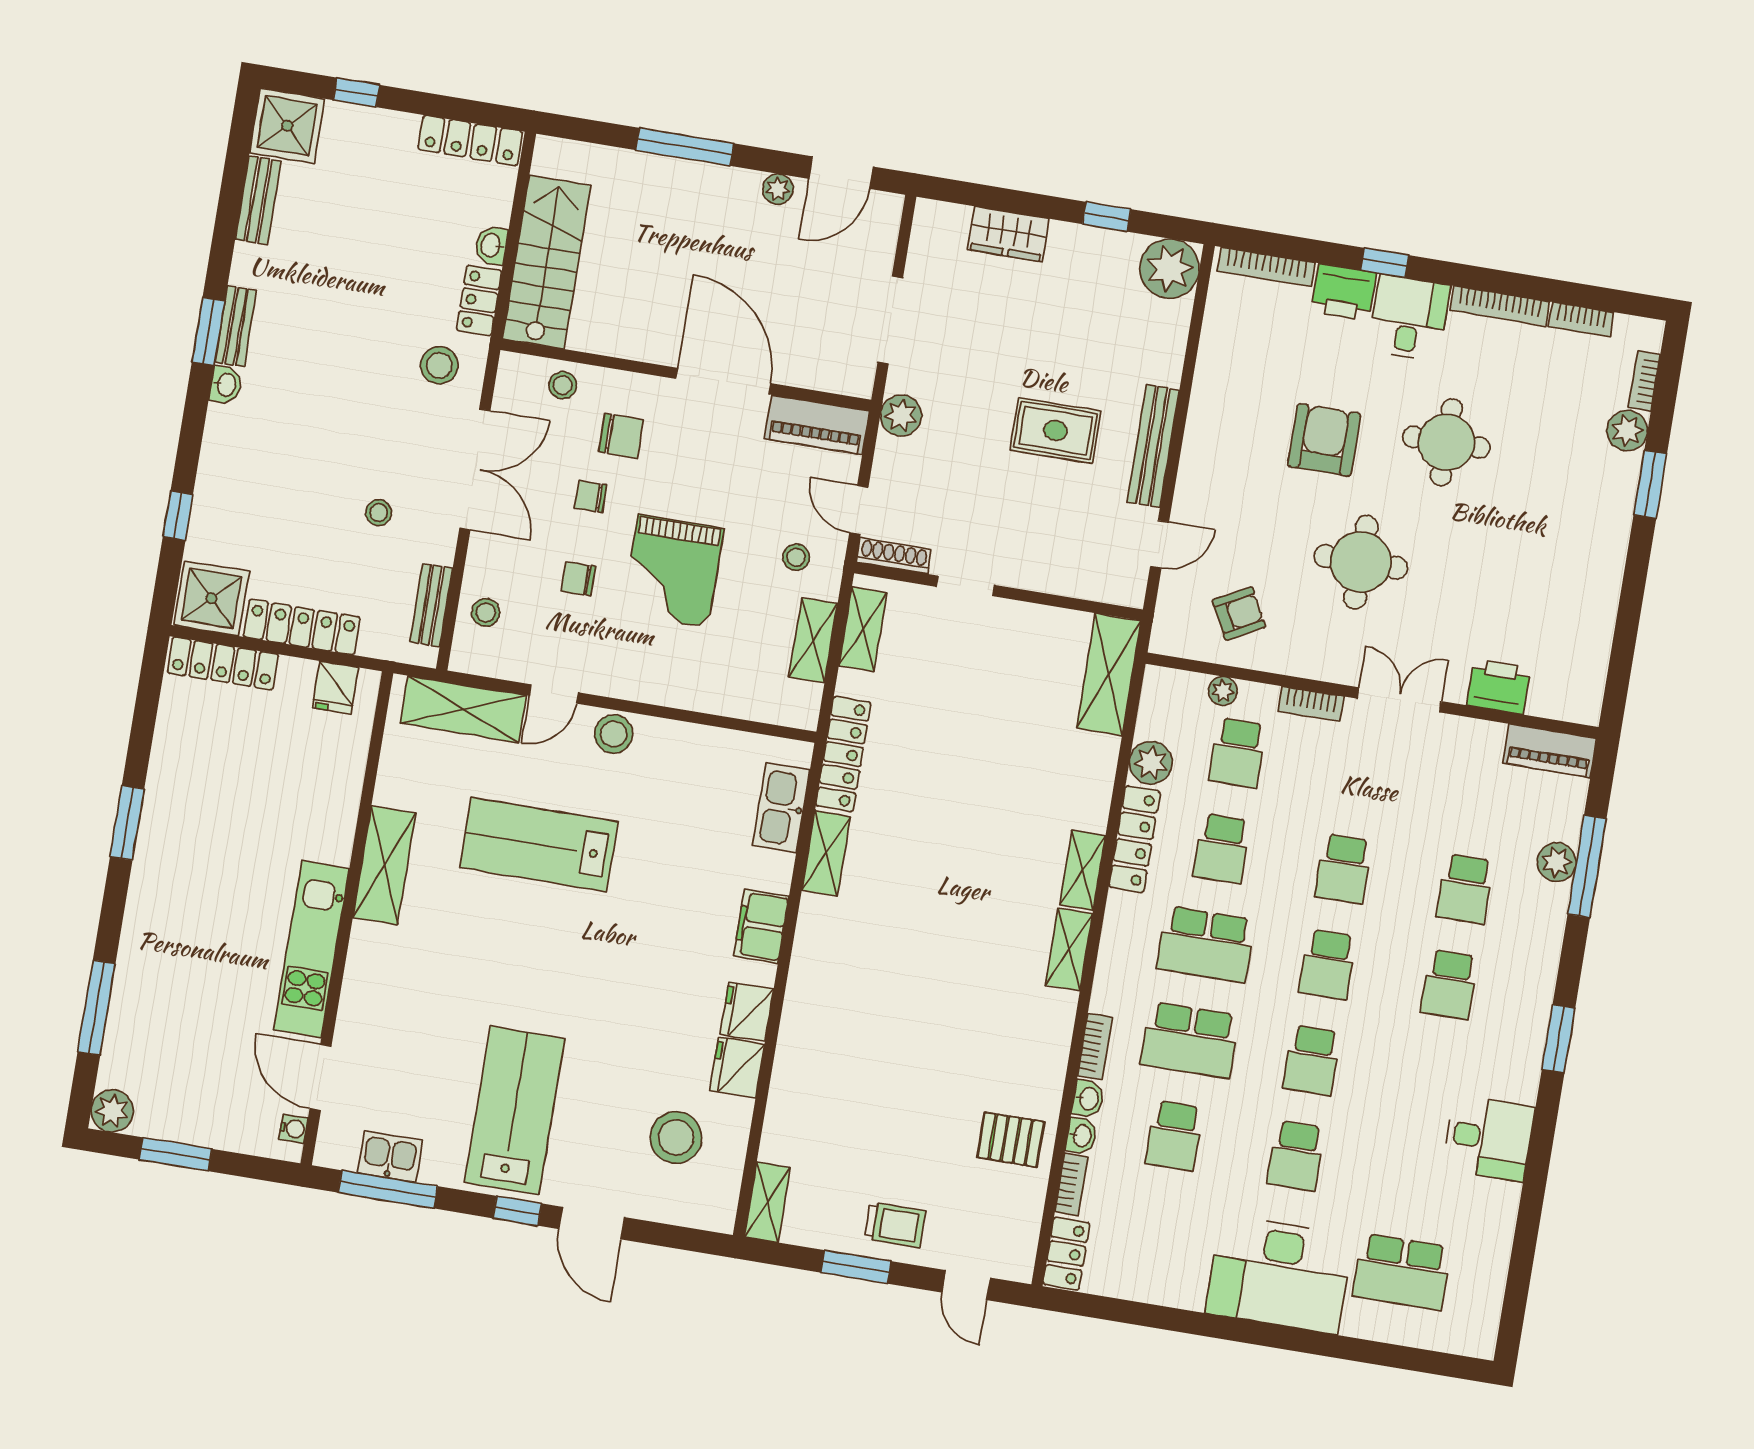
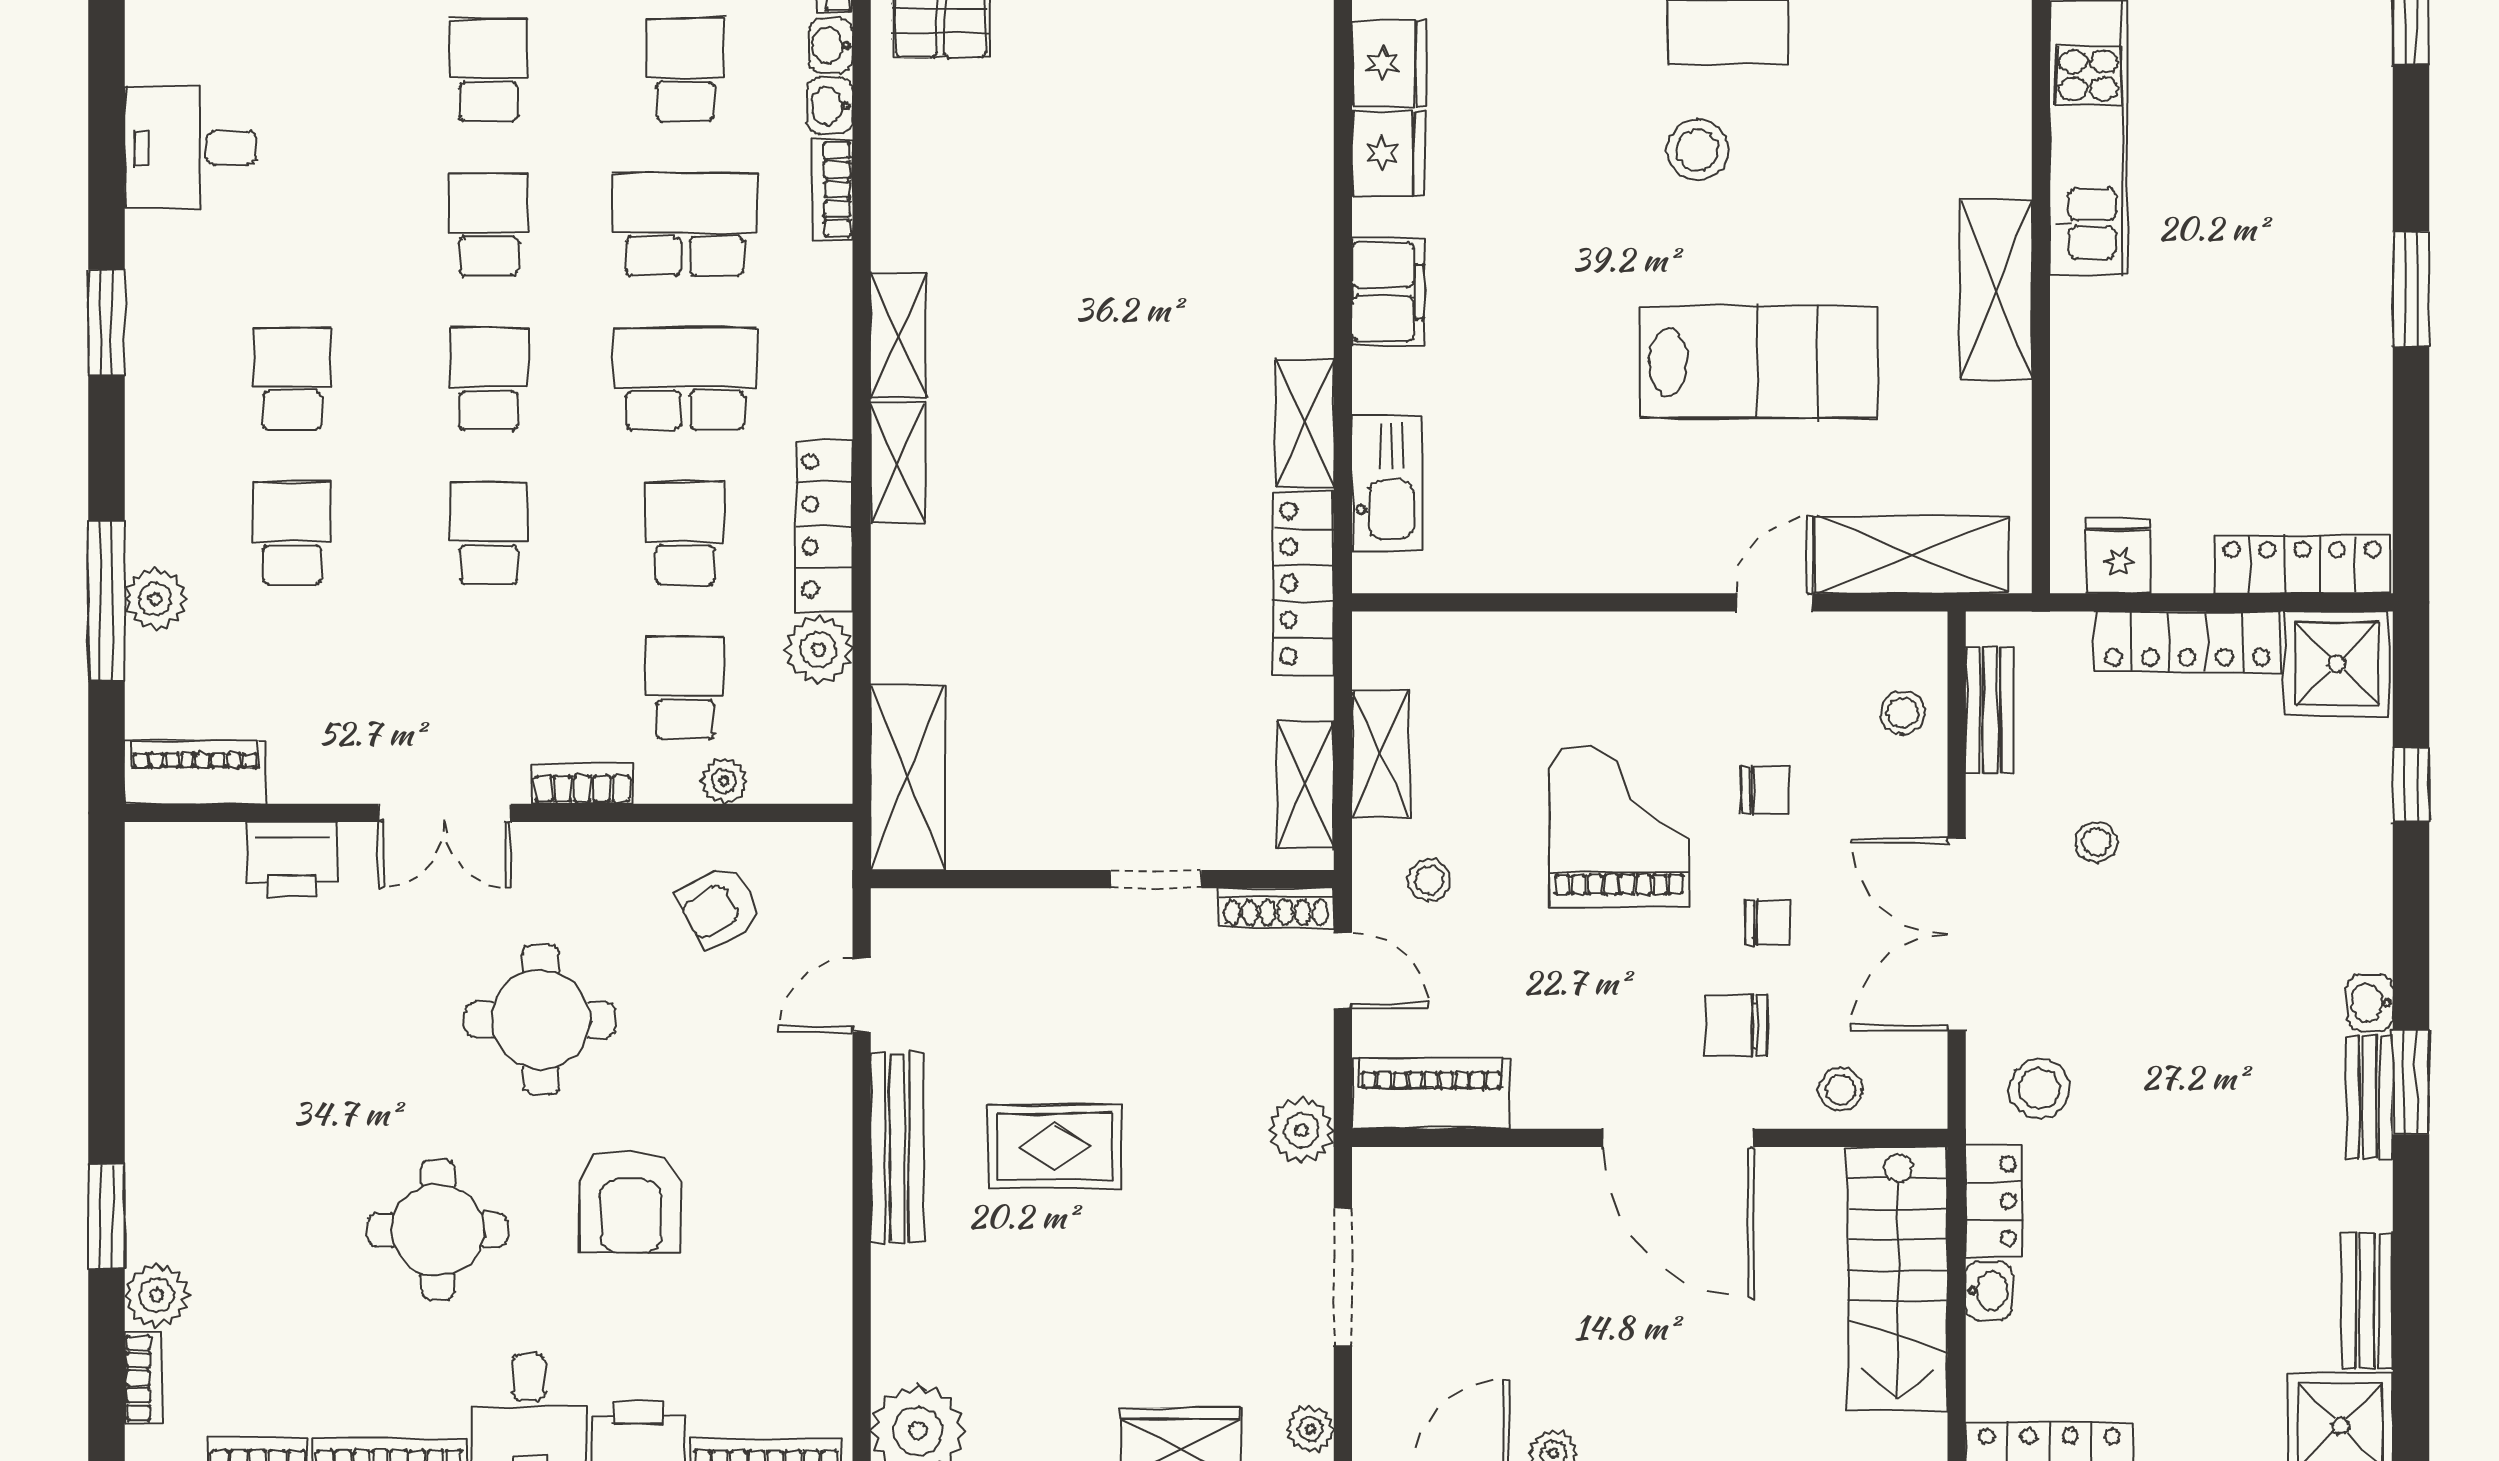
plant: (926, 229) -> (1311, 1429), added
door: (723, 381) -> (1678, 1138), moved
stool: (614, 734) -> (1698, 150), moved

